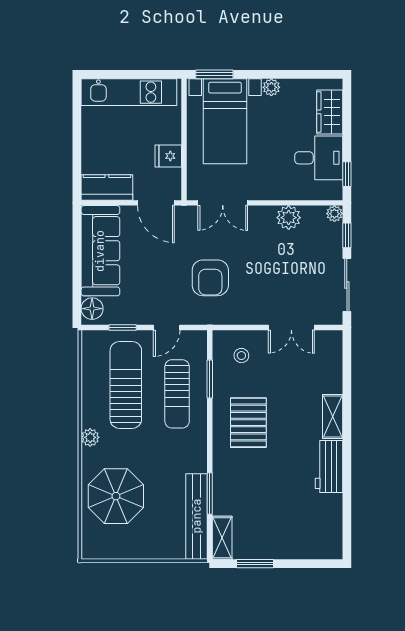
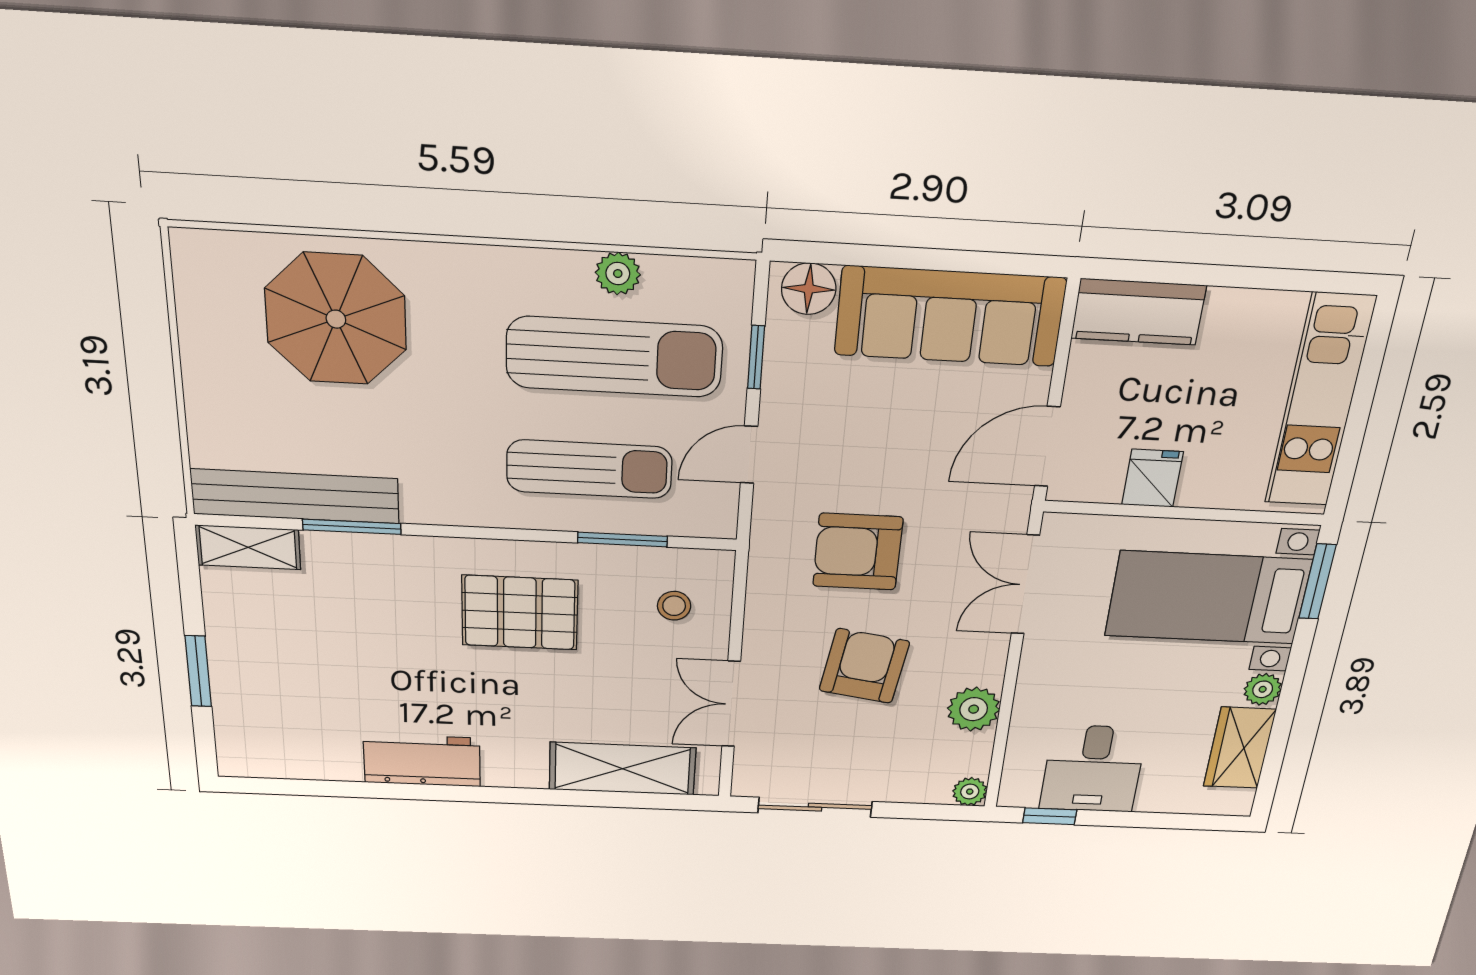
wardrobe: (330, 112) -> (1240, 748), moved, turned -90
kitchen counter: (107, 187) -> (1138, 312), moved, turned 90
window: (347, 235) -> (921, 811), removed
armchair: (268, 269) -> (864, 666), added
door: (167, 328) -> (749, 455), hinge flipped
sun lounger: (177, 394) -> (589, 469), turned 180
shelving: (333, 416) -> (622, 769), moved, width x1.50, depth x1.33
plant: (90, 437) -> (618, 274), moved
window: (255, 564) -> (198, 671), moved

